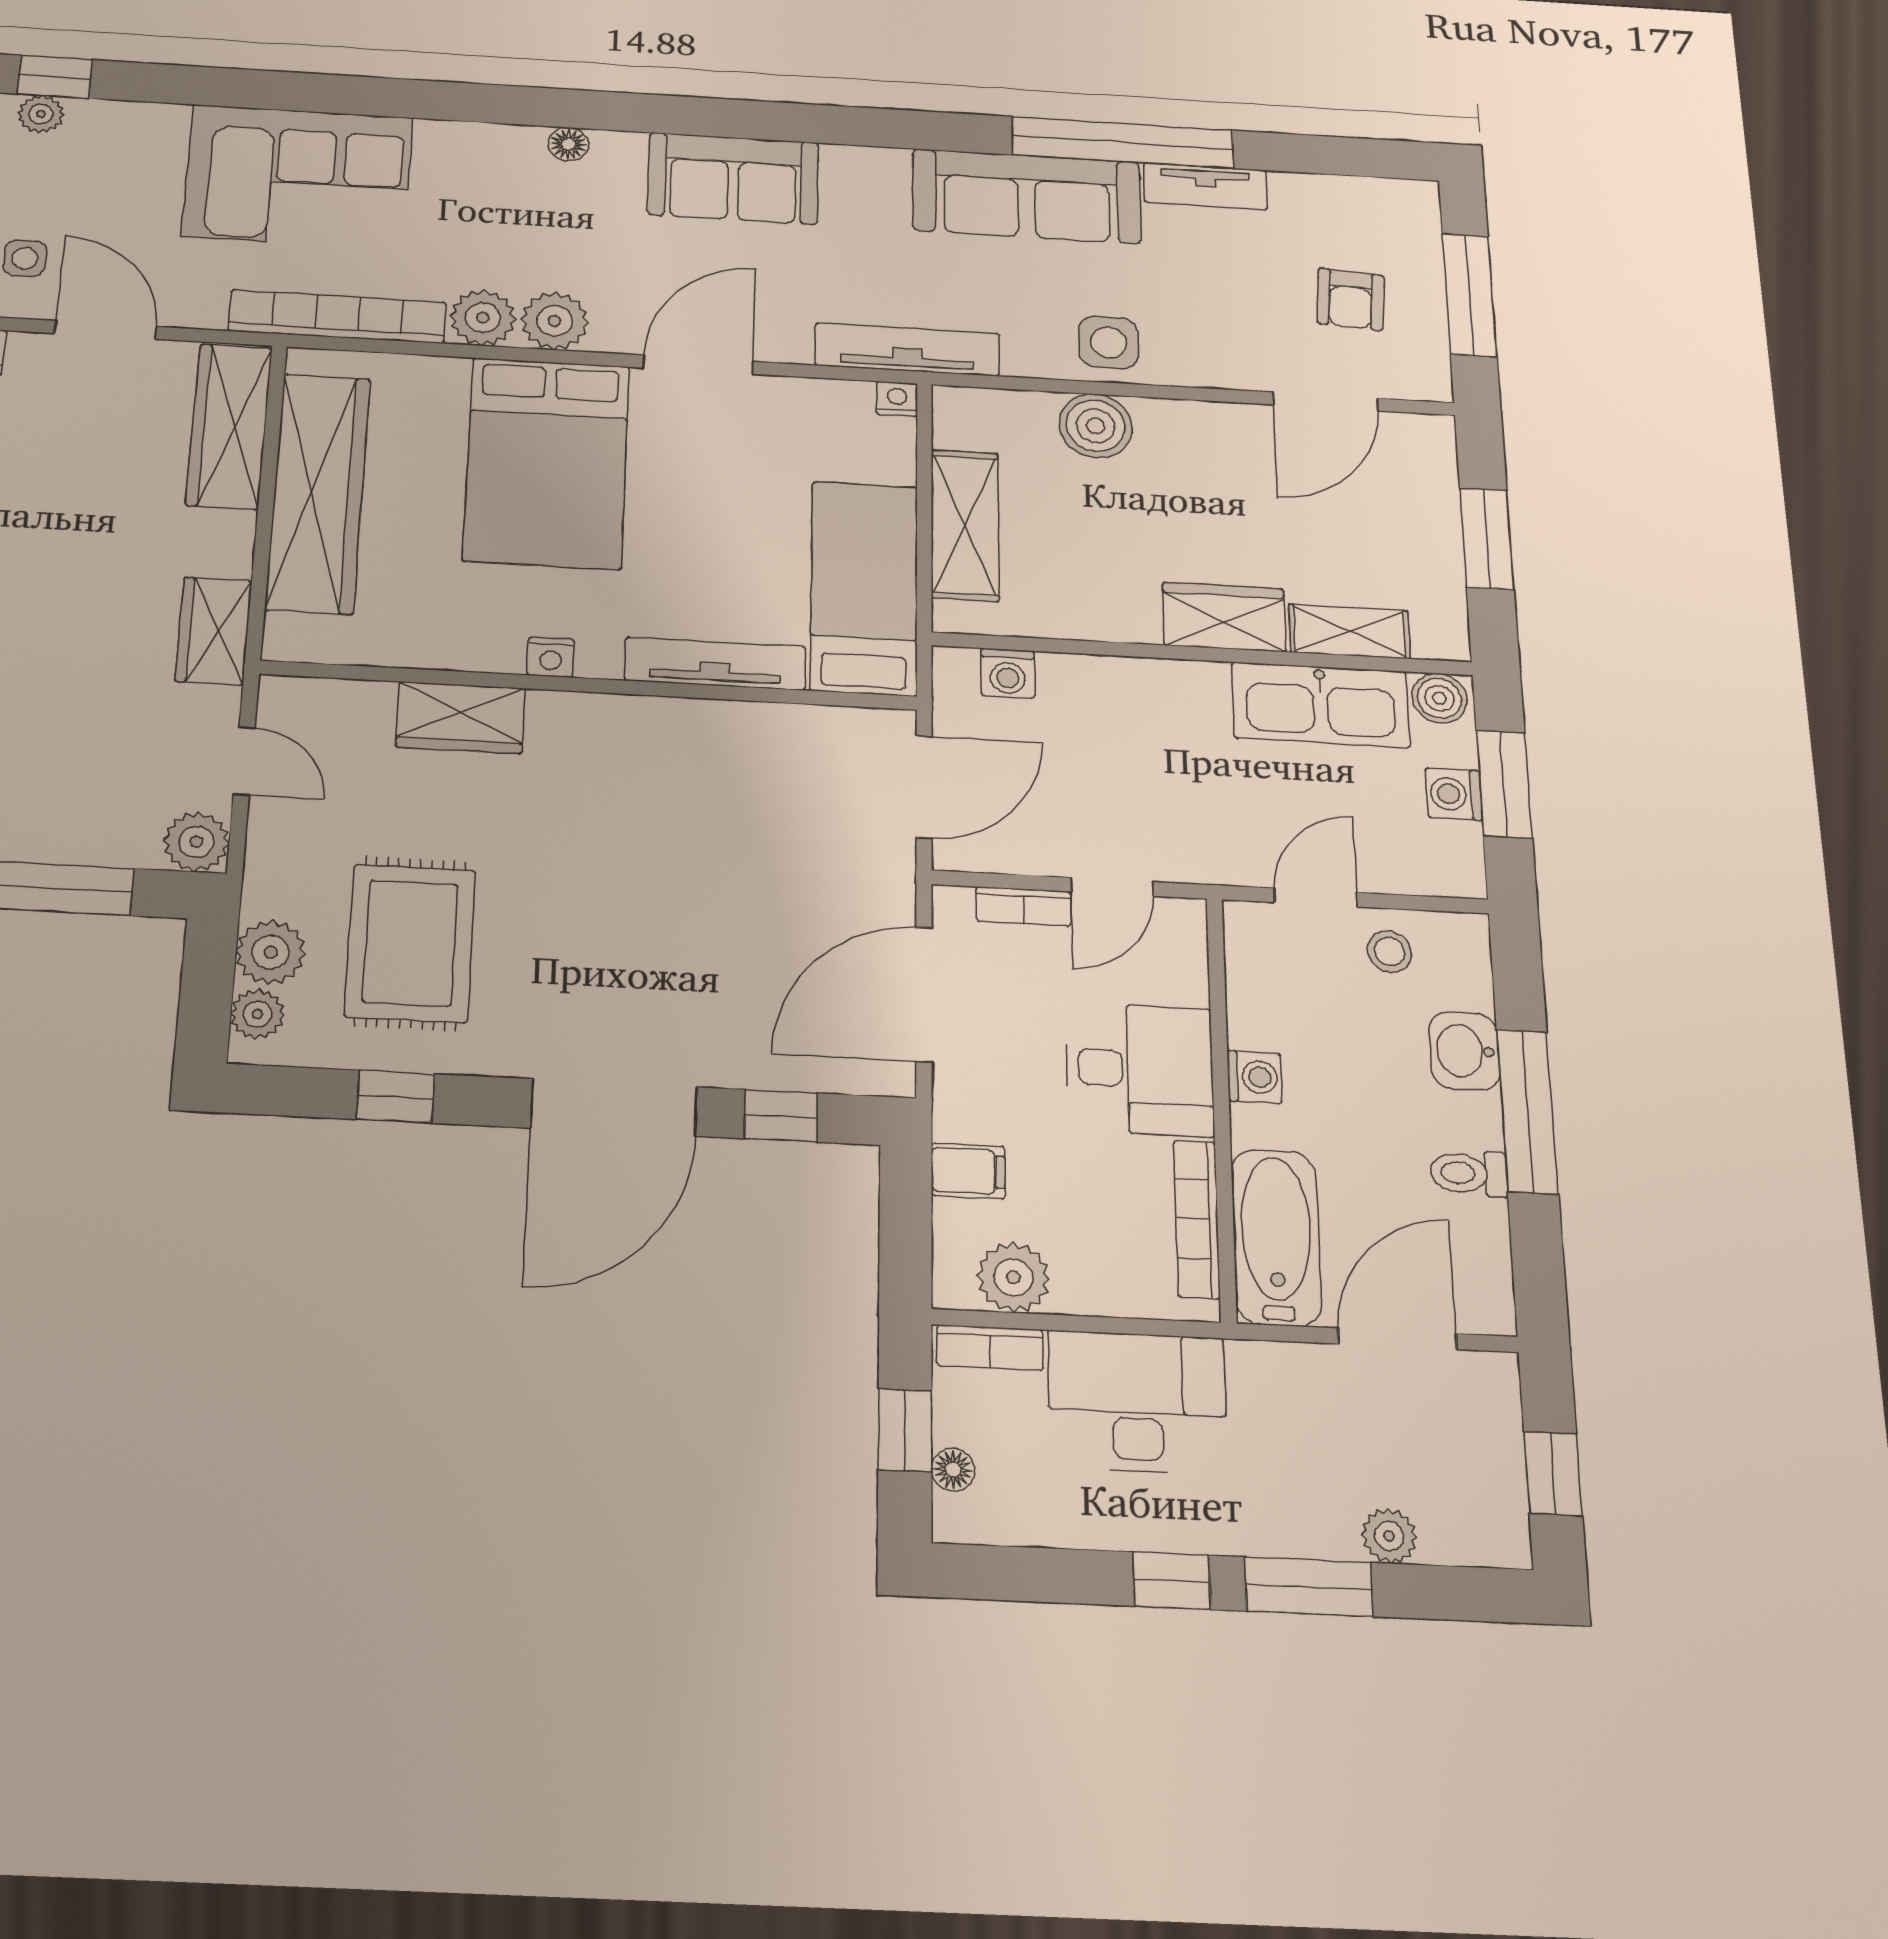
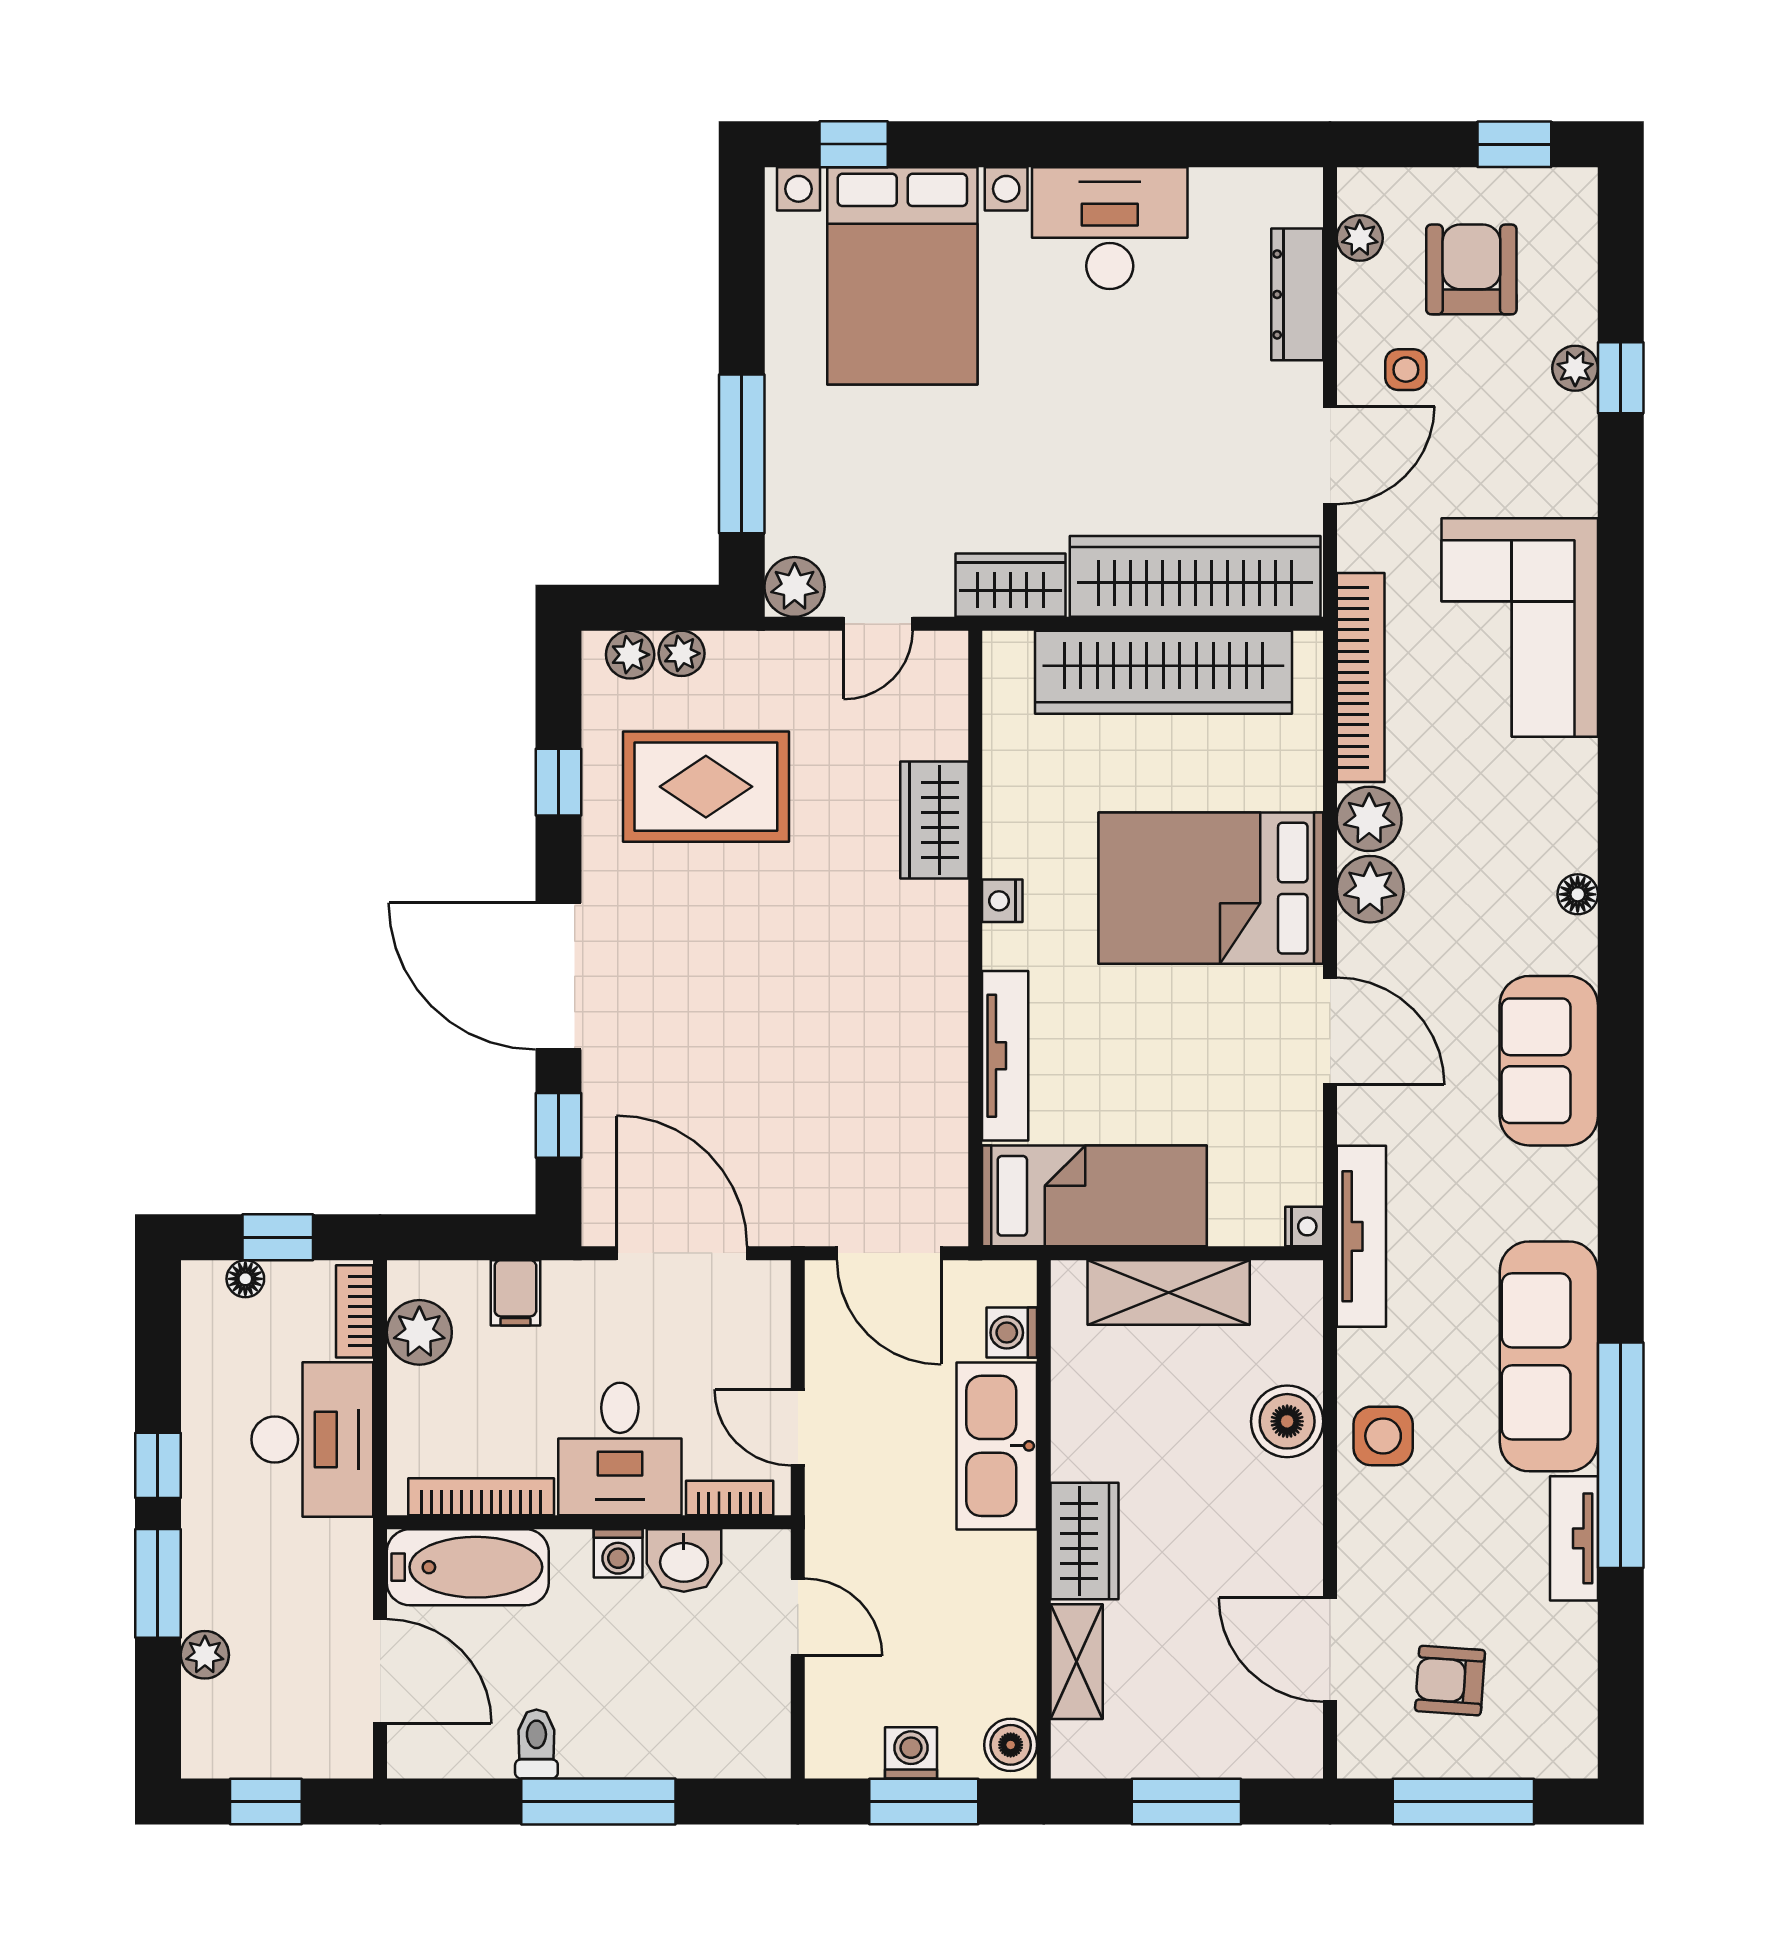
wardrobe: (229, 426) -> (1195, 576), width x1.40, depth x1.17
kitchen sink: (1321, 705) -> (997, 1446), moved
bookcase: (1023, 906) -> (730, 1498), moved, turned 90
plant: (271, 952) -> (682, 653), width x0.73, depth x0.73
stool: (1389, 952) -> (748, 1683), removed
washbasin: (1464, 1051) -> (684, 1560), moved, turned 180

